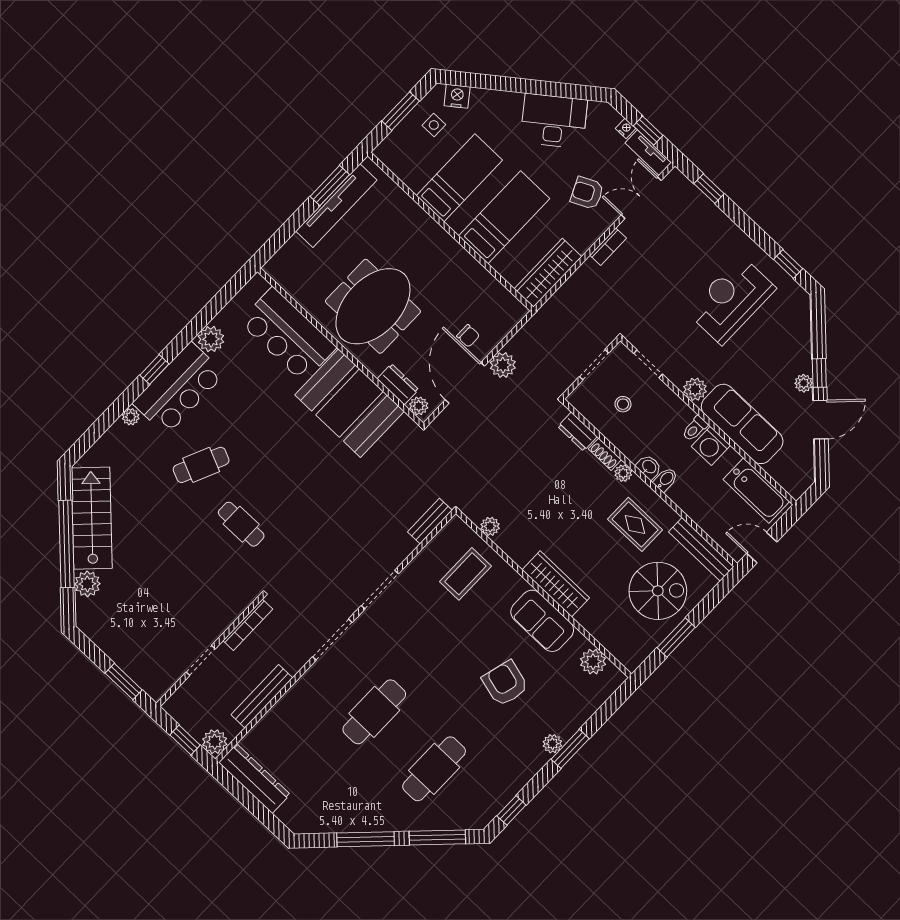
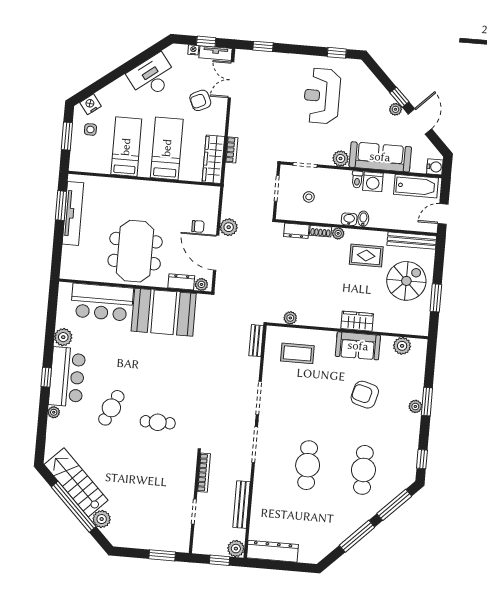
bookcase: (608, 247) -> (232, 150), moved
water cooler: (796, 486) -> (435, 167), added
coffee table: (465, 574) -> (297, 353), turned 90
wardrobe: (556, 584) -> (357, 321), width x0.67

